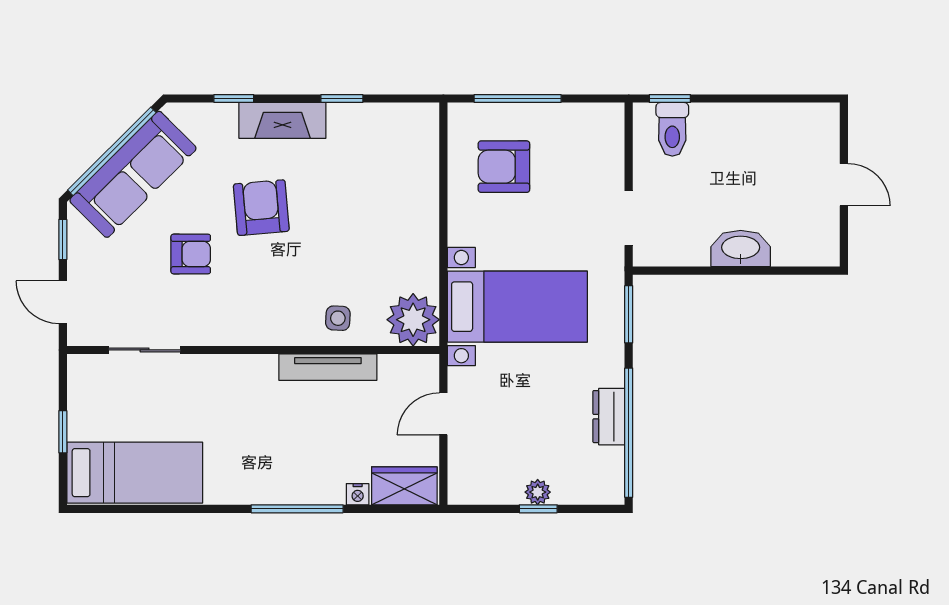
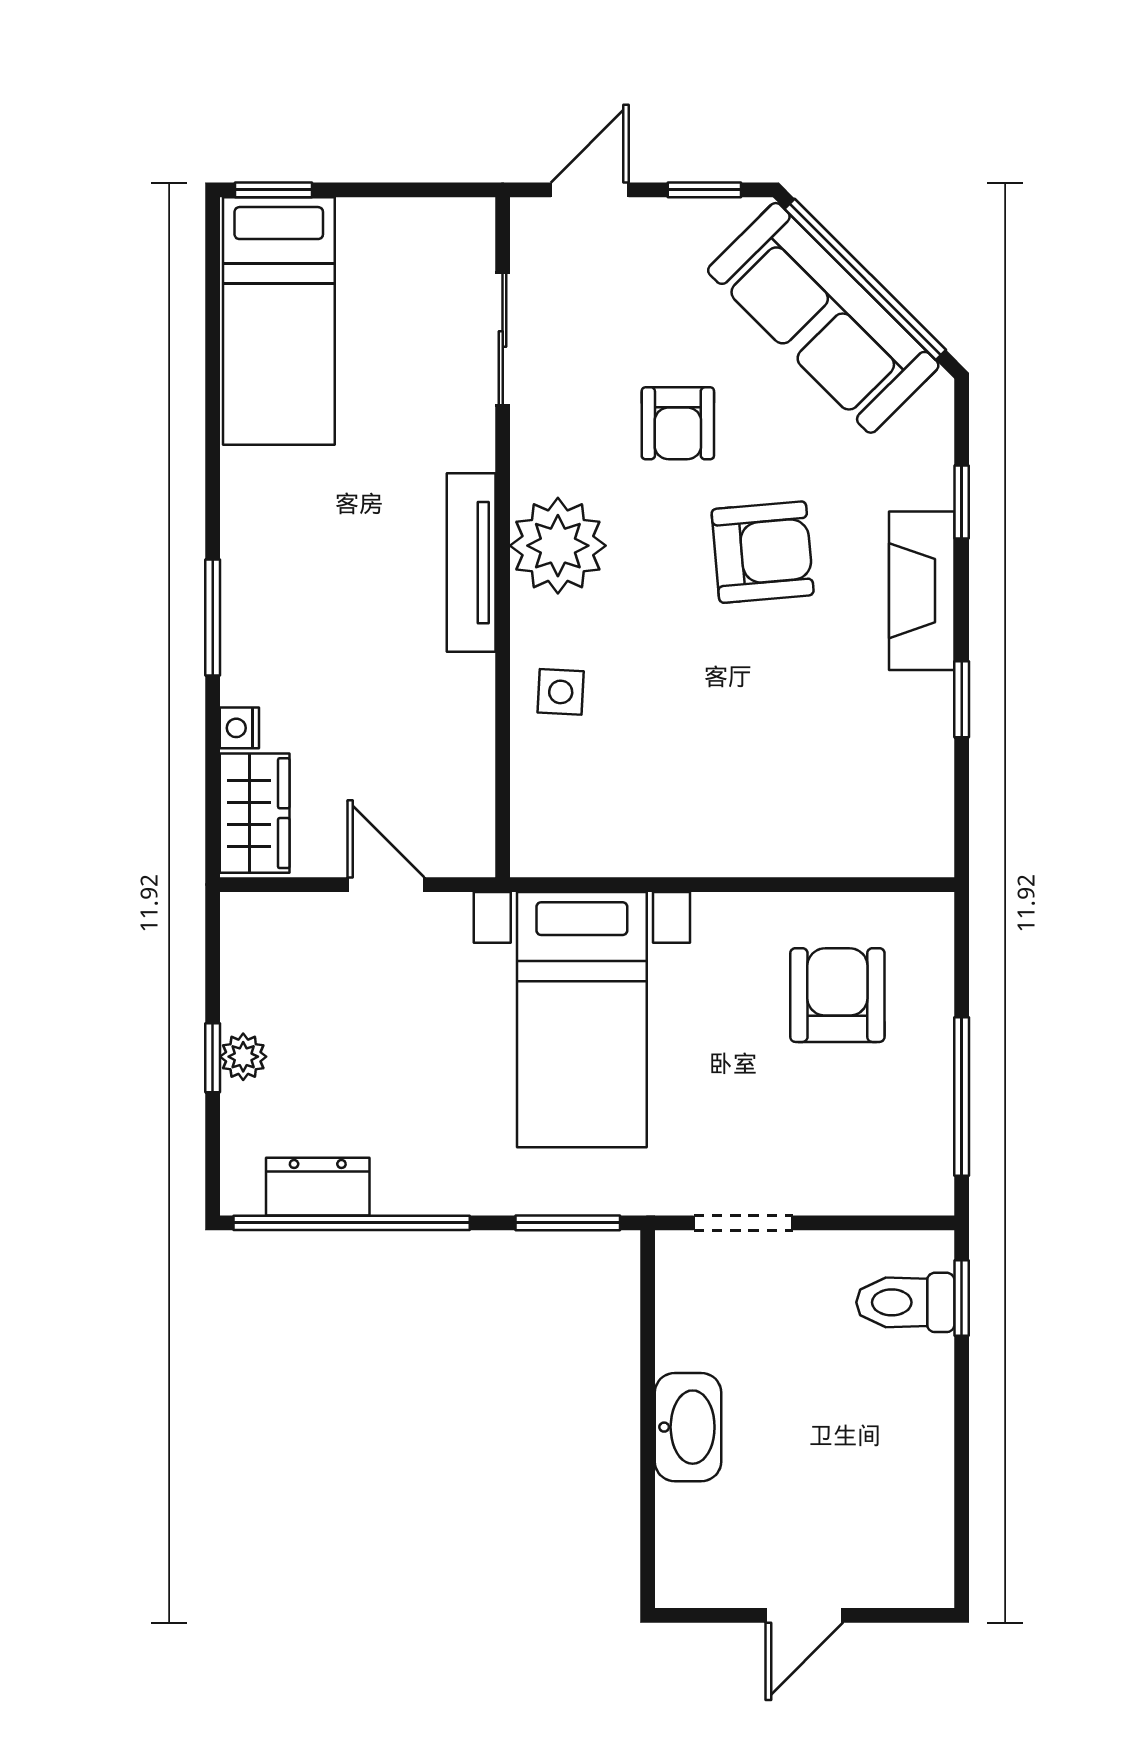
window: (518, 99) -> (962, 1096), moved
plant: (413, 320) -> (558, 546), moved
tv unit: (328, 367) -> (471, 563), moved
dresser: (609, 417) -> (318, 1187), moved
window: (63, 432) -> (274, 190), moved
window: (297, 509) -> (213, 617), width x0.69

